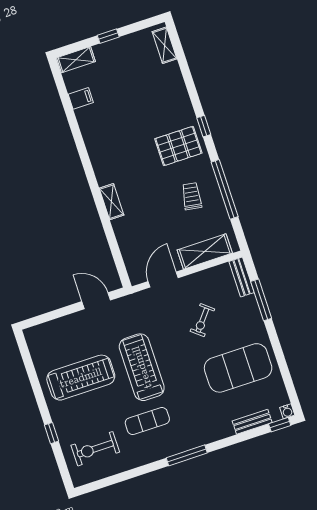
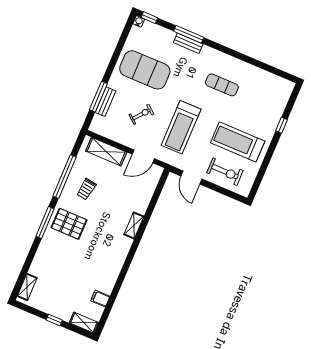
window: (204, 126) -> (45, 222), width x2.17
bench: (242, 277) -> (106, 102), moved
treadmill: (142, 367) -> (181, 127), moved
bench: (252, 422) -> (188, 43), moved
exercise bike: (95, 449) -> (225, 172), moved
window: (187, 455) -> (189, 34), moved

